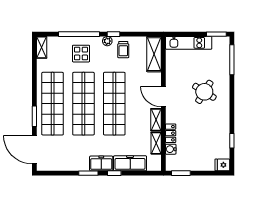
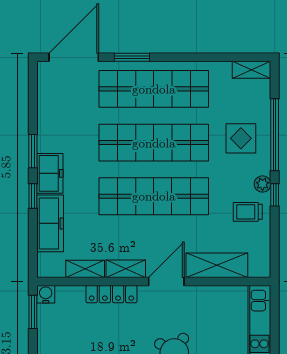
shelving: (154, 54) -> (217, 265), moved
locker: (171, 133) -> (111, 294), width x1.53
water cooler: (171, 149) -> (46, 294), moved

